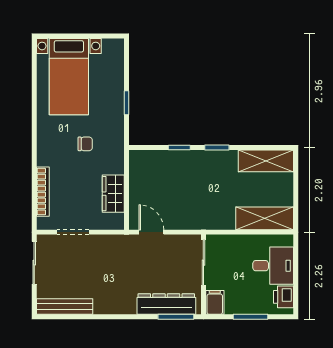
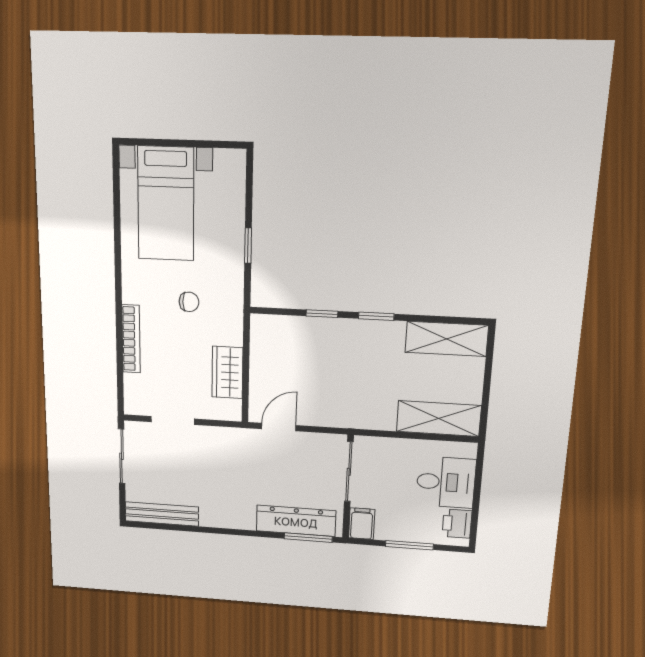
bookcase: (43, 192) -> (131, 339), moved
door: (151, 232) -> (279, 427), hinge flipped

